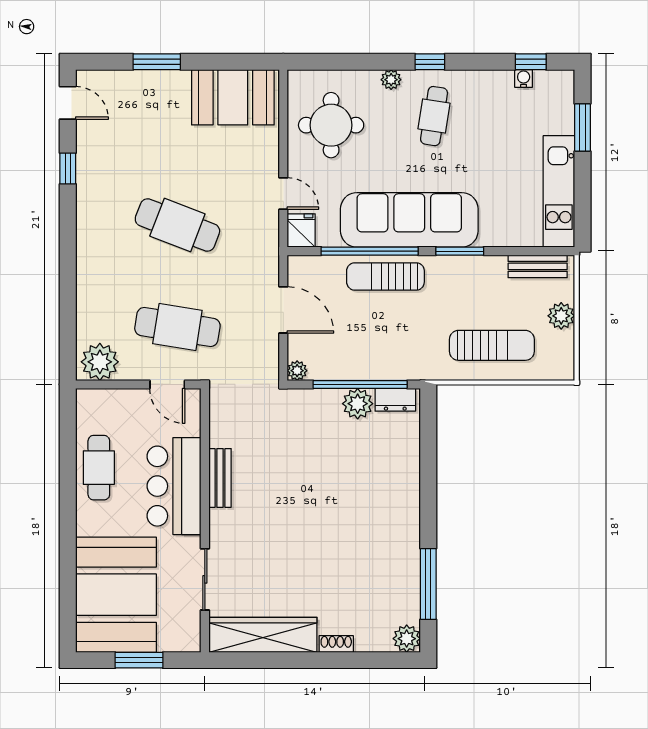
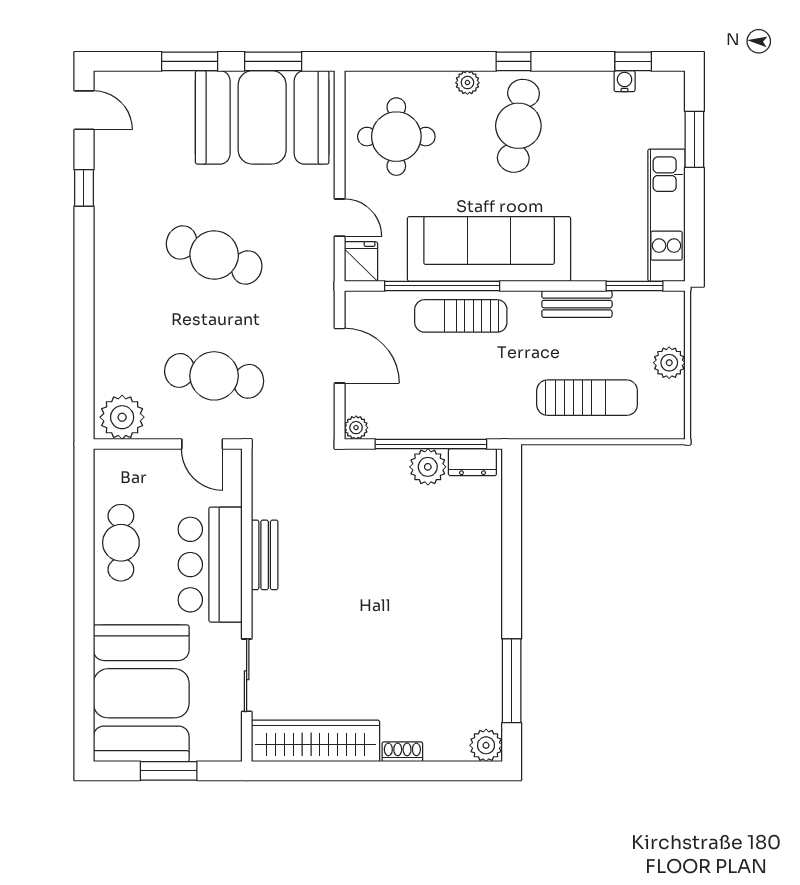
window: (227, 62) -> (273, 61), added
booth: (233, 97) -> (262, 117), width x1.36, depth x1.42
cafe table: (434, 116) -> (518, 126), width x1.37, depth x1.35
window: (460, 251) -> (635, 286), moved
bench: (538, 266) -> (577, 304), moved

